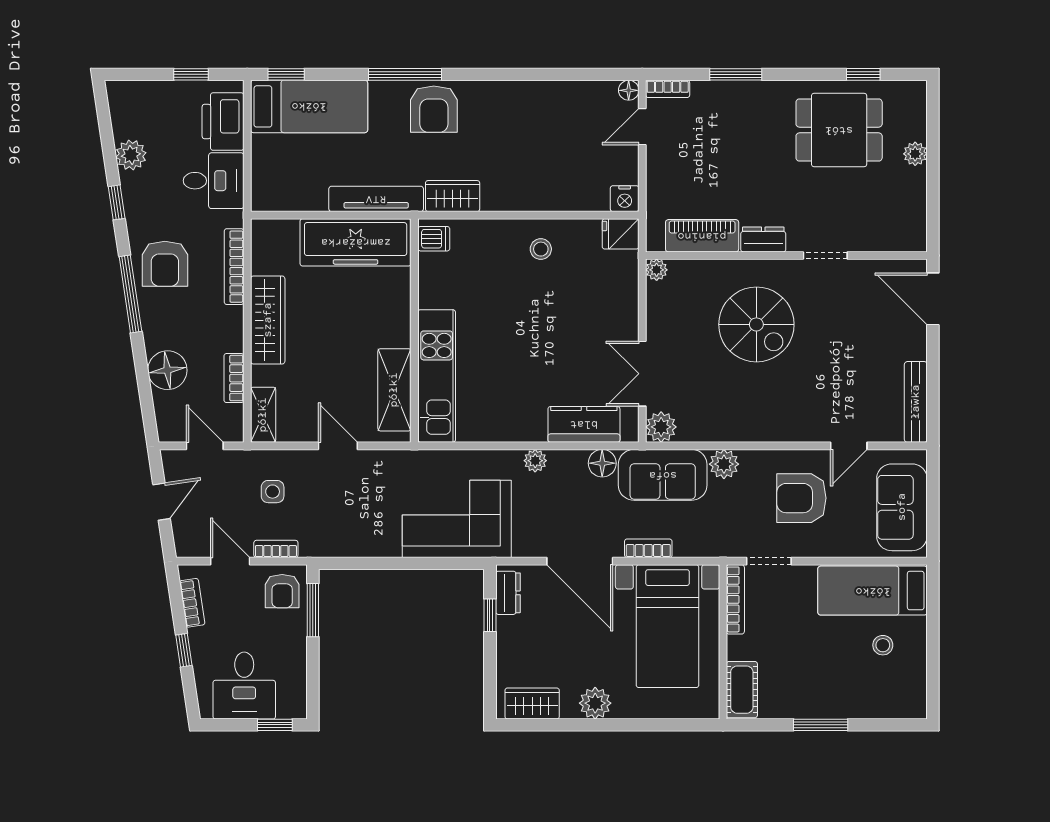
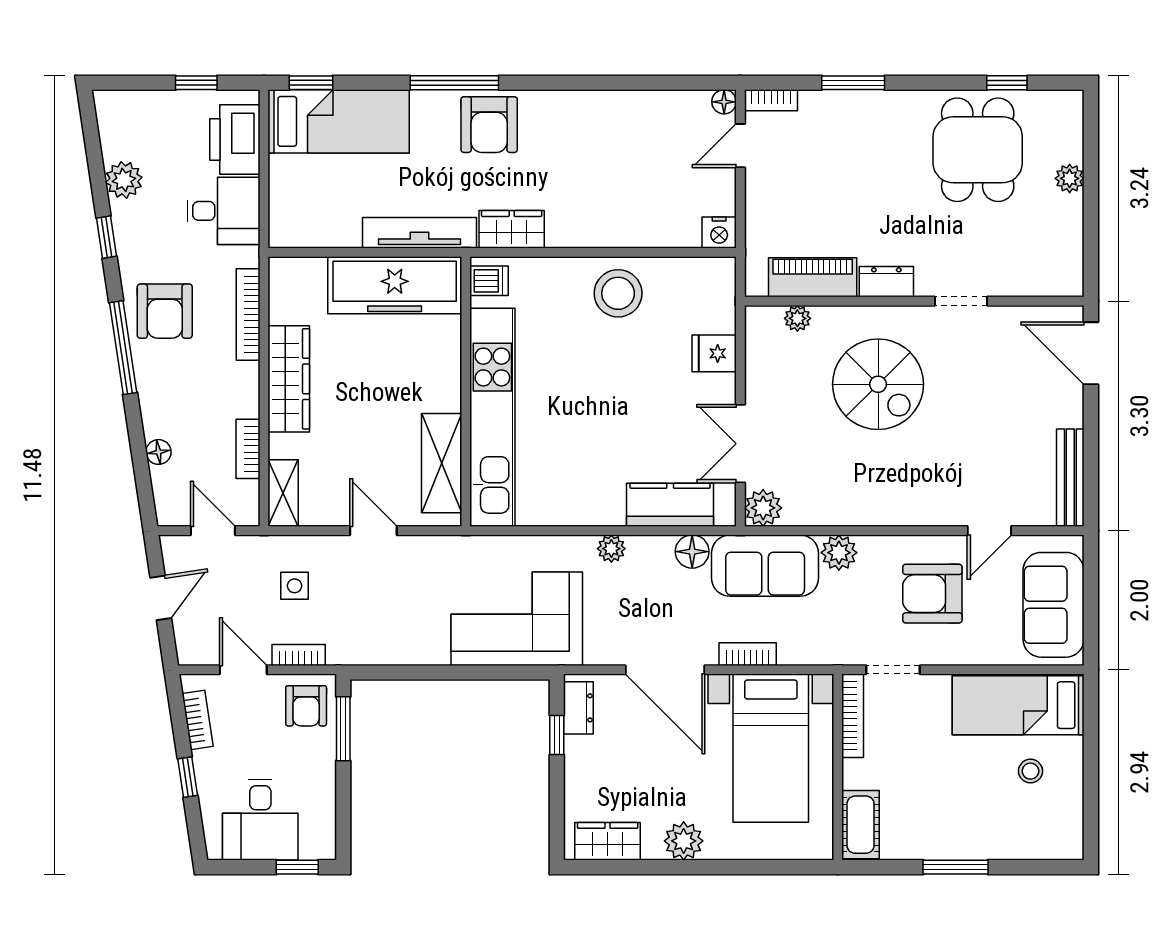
dining table: (839, 130) -> (978, 150), turned 90
fridge: (621, 234) -> (714, 353), moved
stool: (541, 249) -> (618, 293), width x1.89, depth x1.89
plant: (657, 270) -> (797, 318), moved
floor lamp: (167, 370) -> (158, 452), width x0.53, depth x0.53
kitchen unit: (437, 376) -> (492, 417), width x1.36

